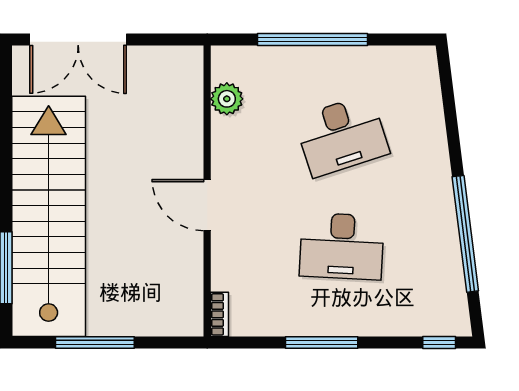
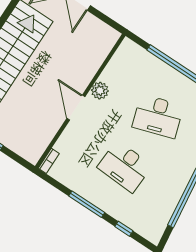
plant: (227, 99) -> (100, 91), moved
window: (439, 342) -> (124, 229), moved

